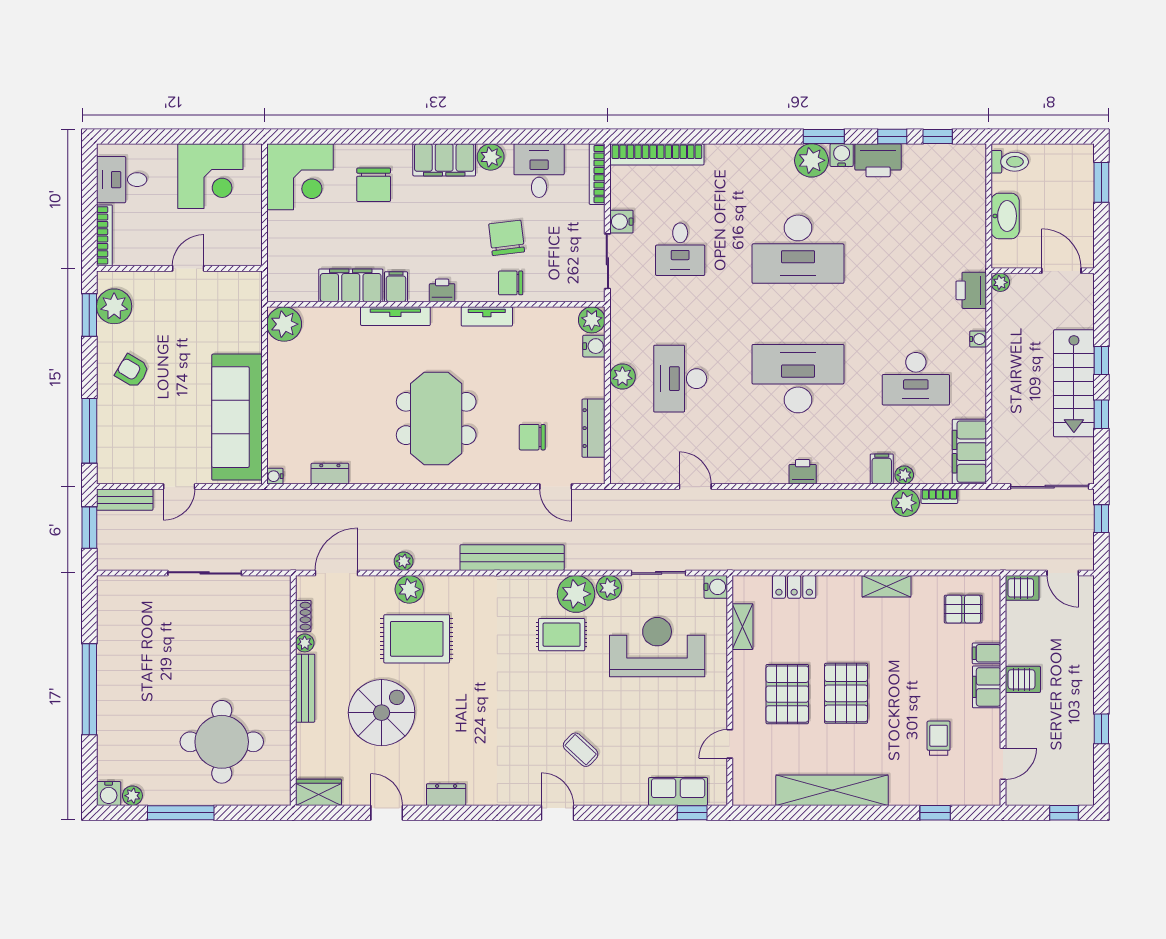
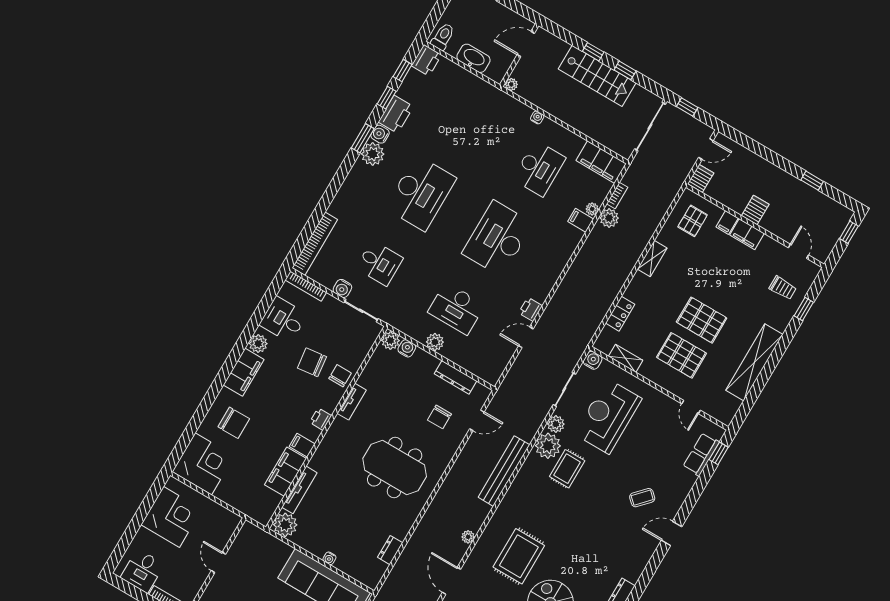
chair: (511, 283) -> (340, 376), turned 180
printer: (971, 290) -> (426, 60), moved, turned -90
tv unit: (395, 316) -> (299, 490), moved
printer: (803, 472) -> (531, 309), moved
water cooler: (275, 476) -> (329, 558), moved
plant: (409, 589) -> (487, 543), removed
trolley: (939, 738) -> (783, 288), moved, turned 180

